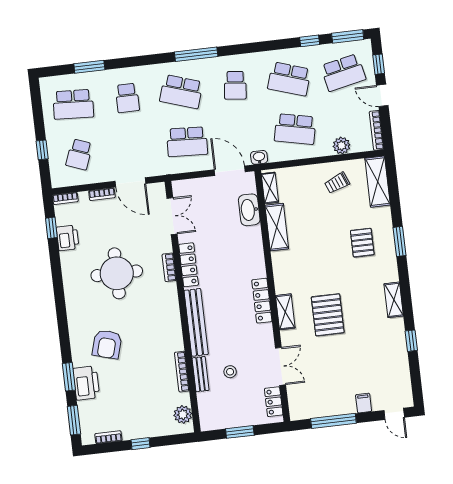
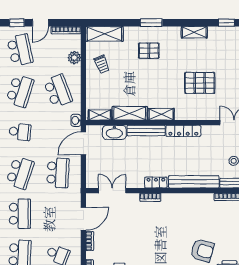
school desk: (127, 98) -> (20, 214), width x1.85
school desk: (295, 129) -> (58, 91), turned -33
bench: (257, 251) -> (146, 130), added
locker: (189, 265) -> (156, 182), width x0.66
round table: (117, 273) -> (150, 237), removed
shelving: (285, 312) -> (161, 114), moved

